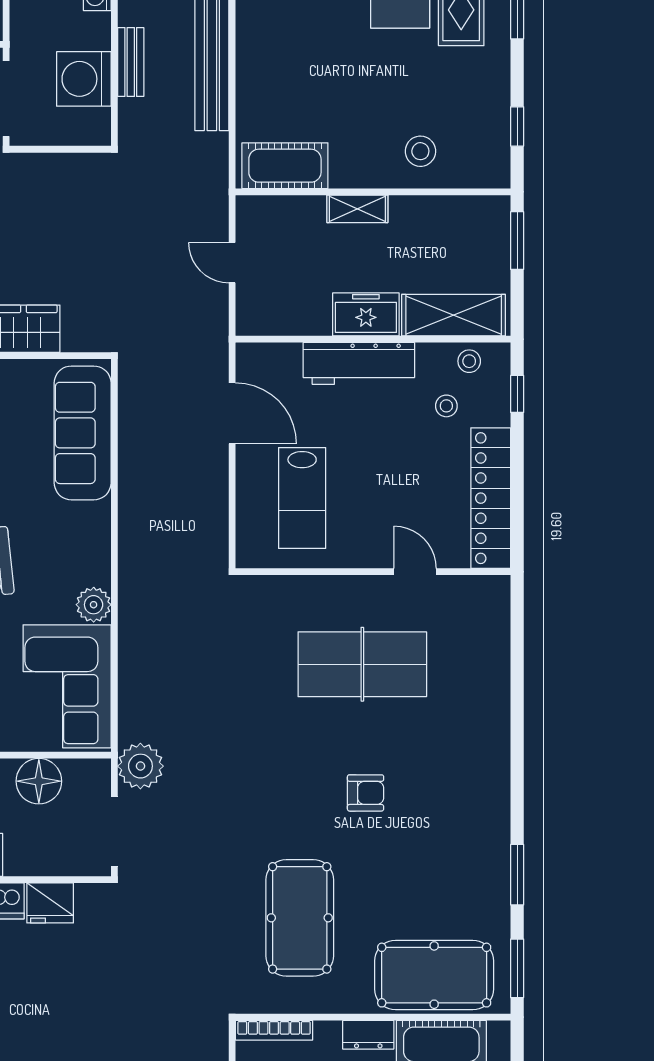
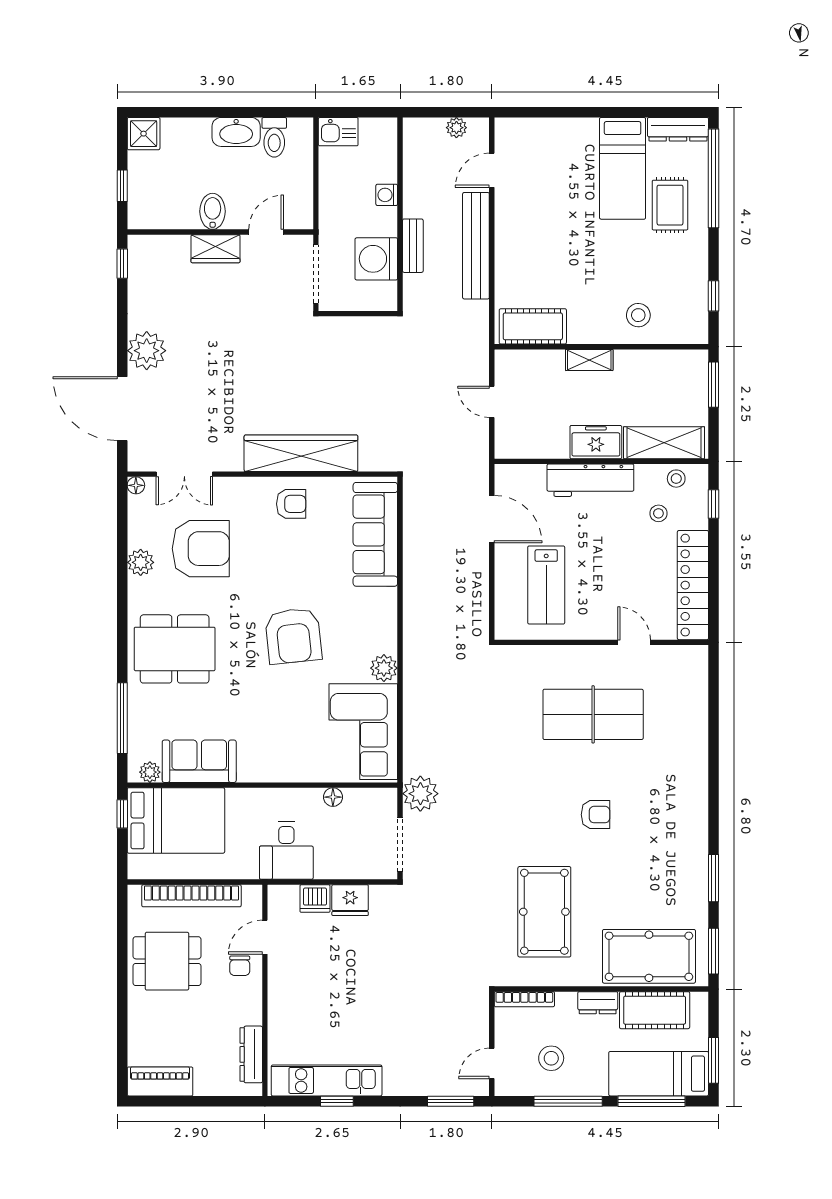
floor lamp: (39, 781) -> (333, 797), width x0.53, depth x0.53

